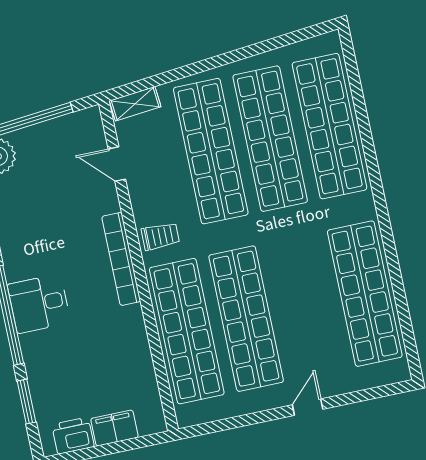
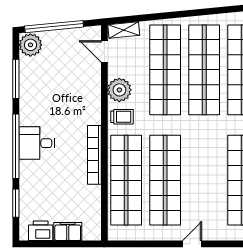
door: (117, 164) -> (104, 51), moved
plant: (148, 196) -> (119, 90), added
bookcase: (121, 259) -> (94, 155), moved

